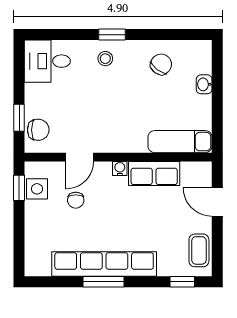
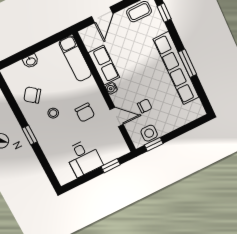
stool: (105, 59) -> (53, 113), moved
desk: (47, 61) -> (83, 158), moved
chair: (38, 130) -> (85, 113), moved, turned 180

